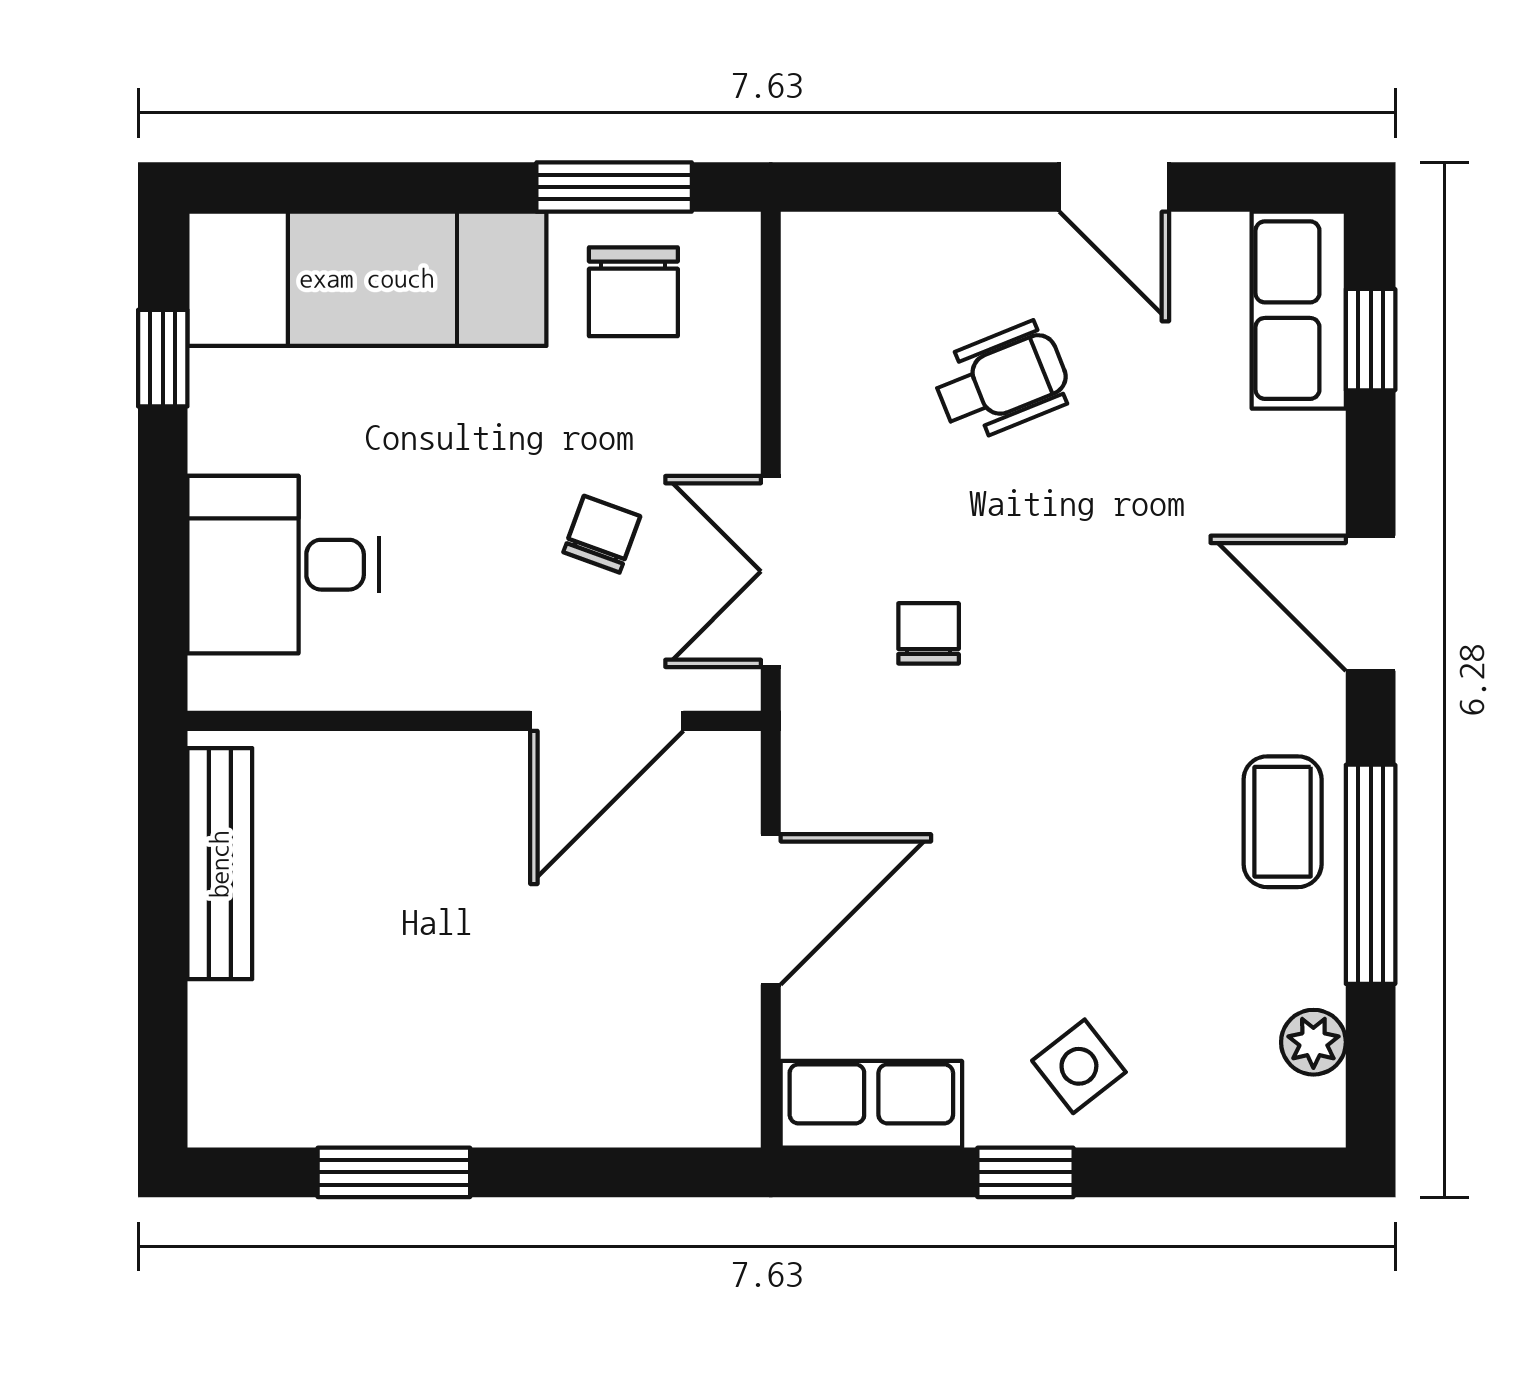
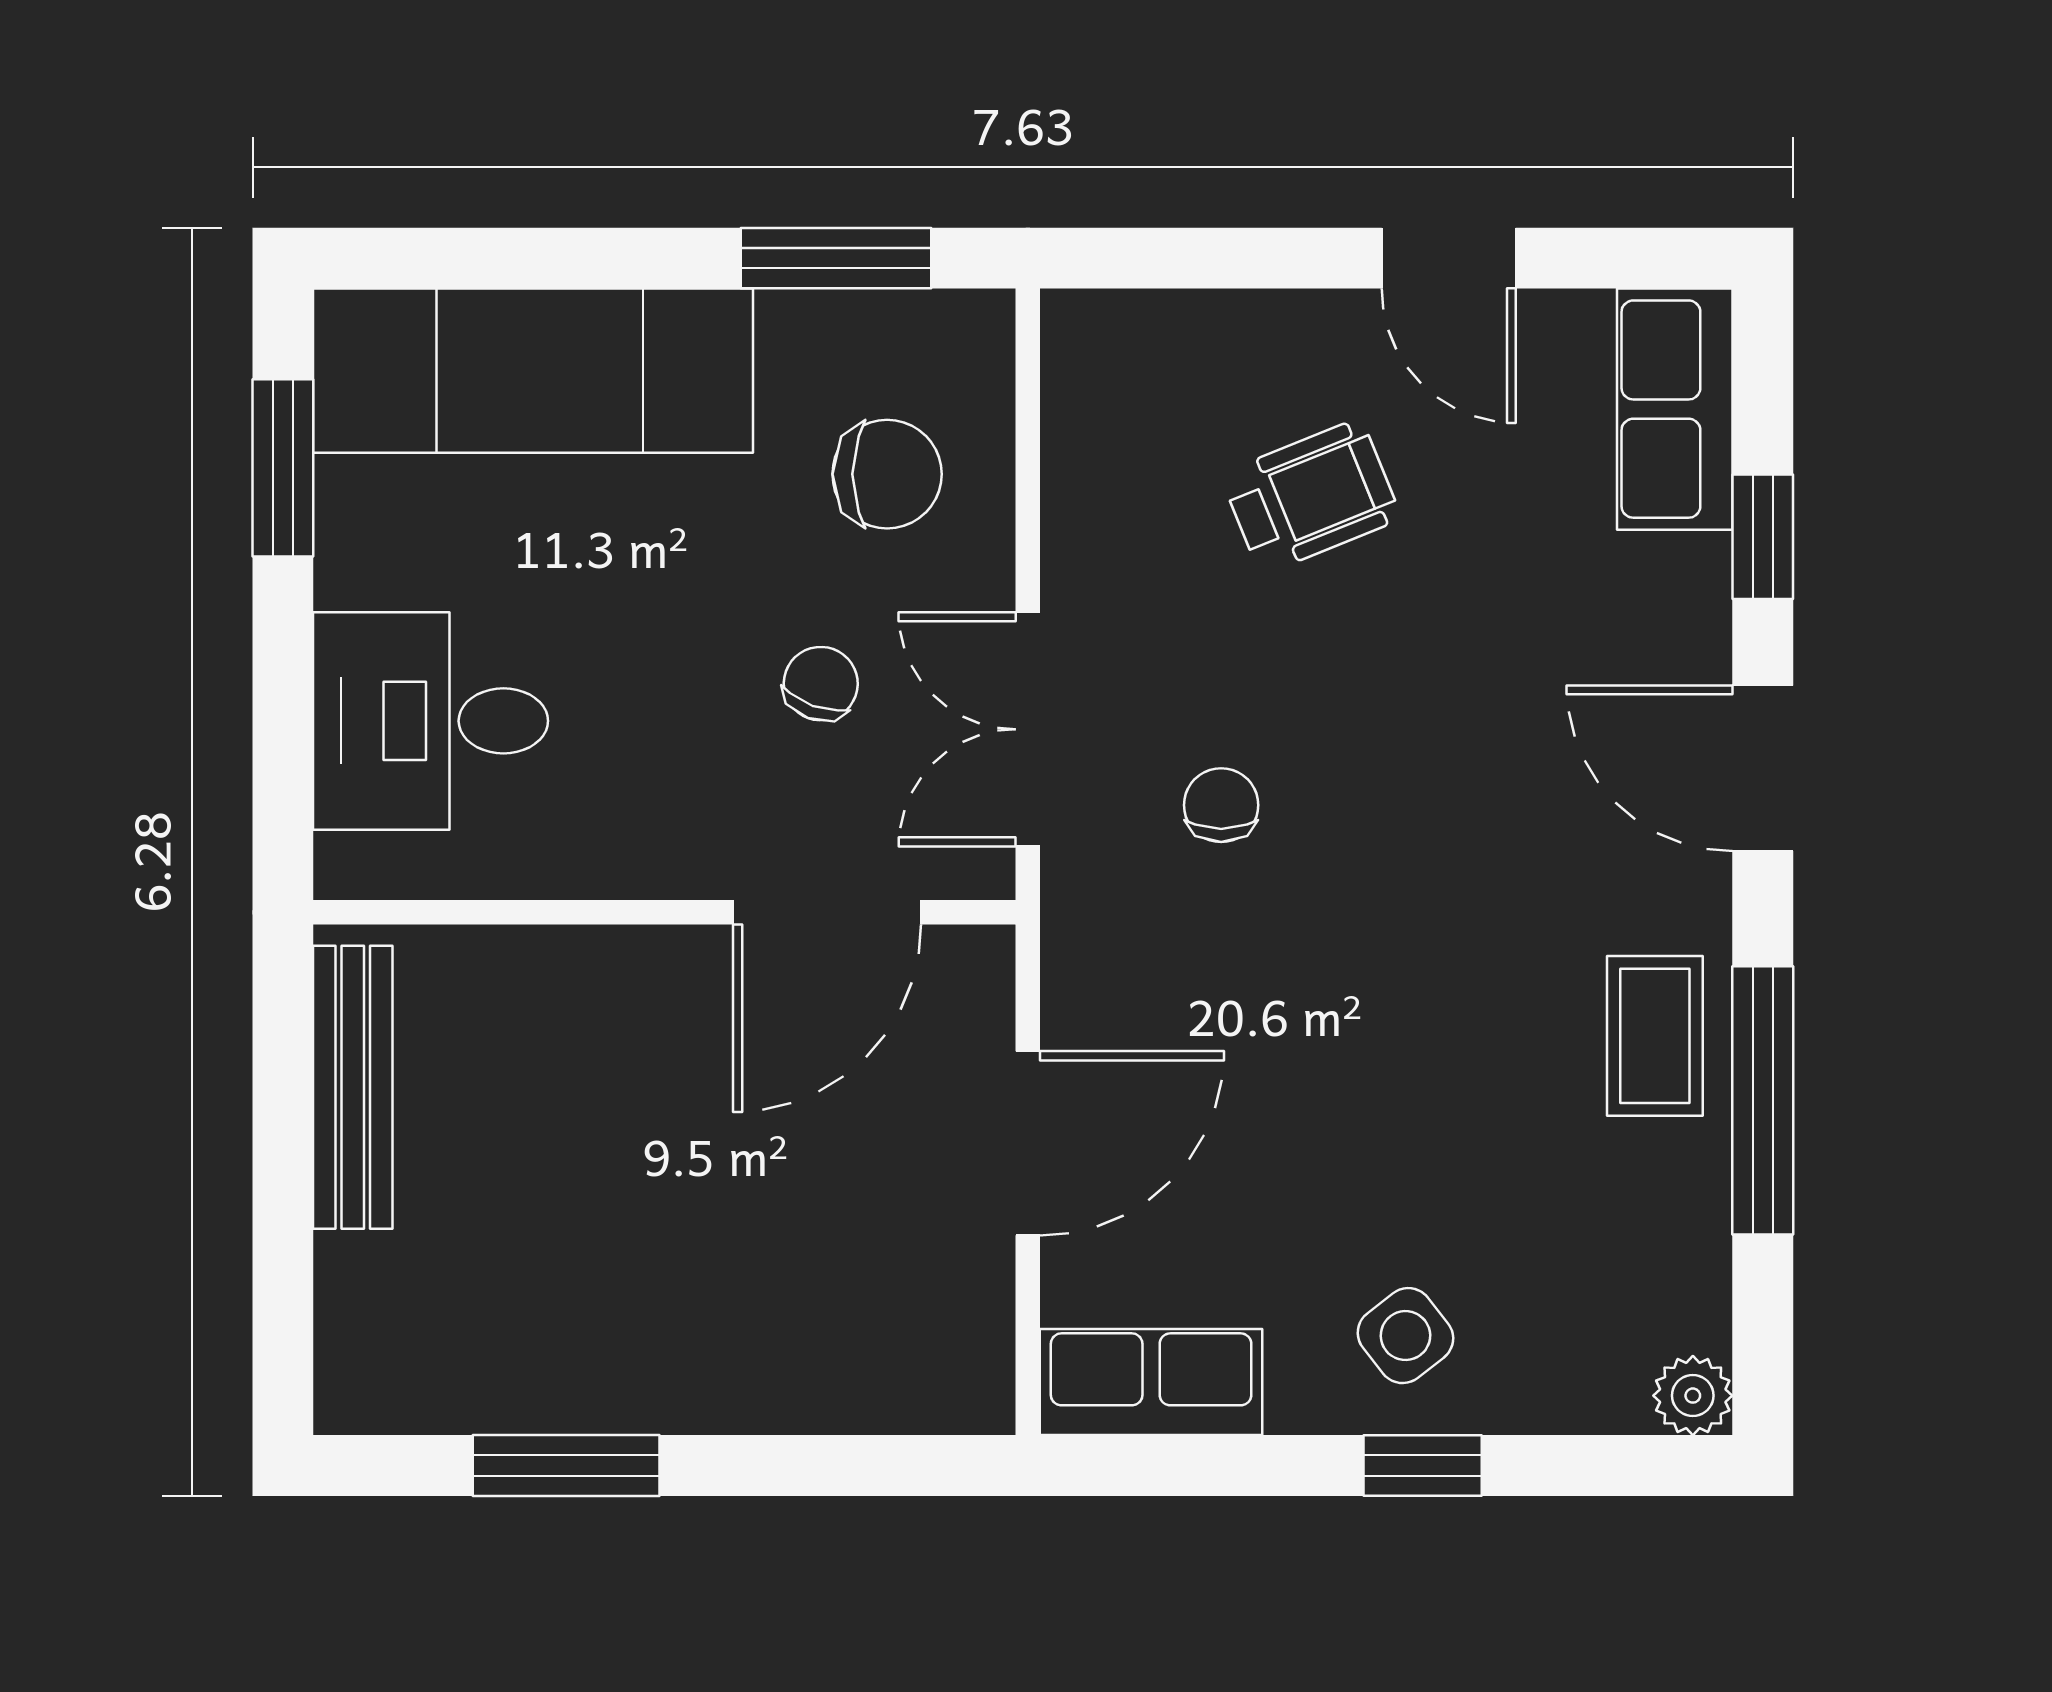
chair: (633, 292) -> (887, 474), moved, turned -90
window: (1371, 340) -> (1763, 537), moved
window: (163, 358) -> (283, 468), width x1.50
plant: (1313, 1042) -> (1693, 1396), moved
window: (1025, 1172) -> (1423, 1466), moved

